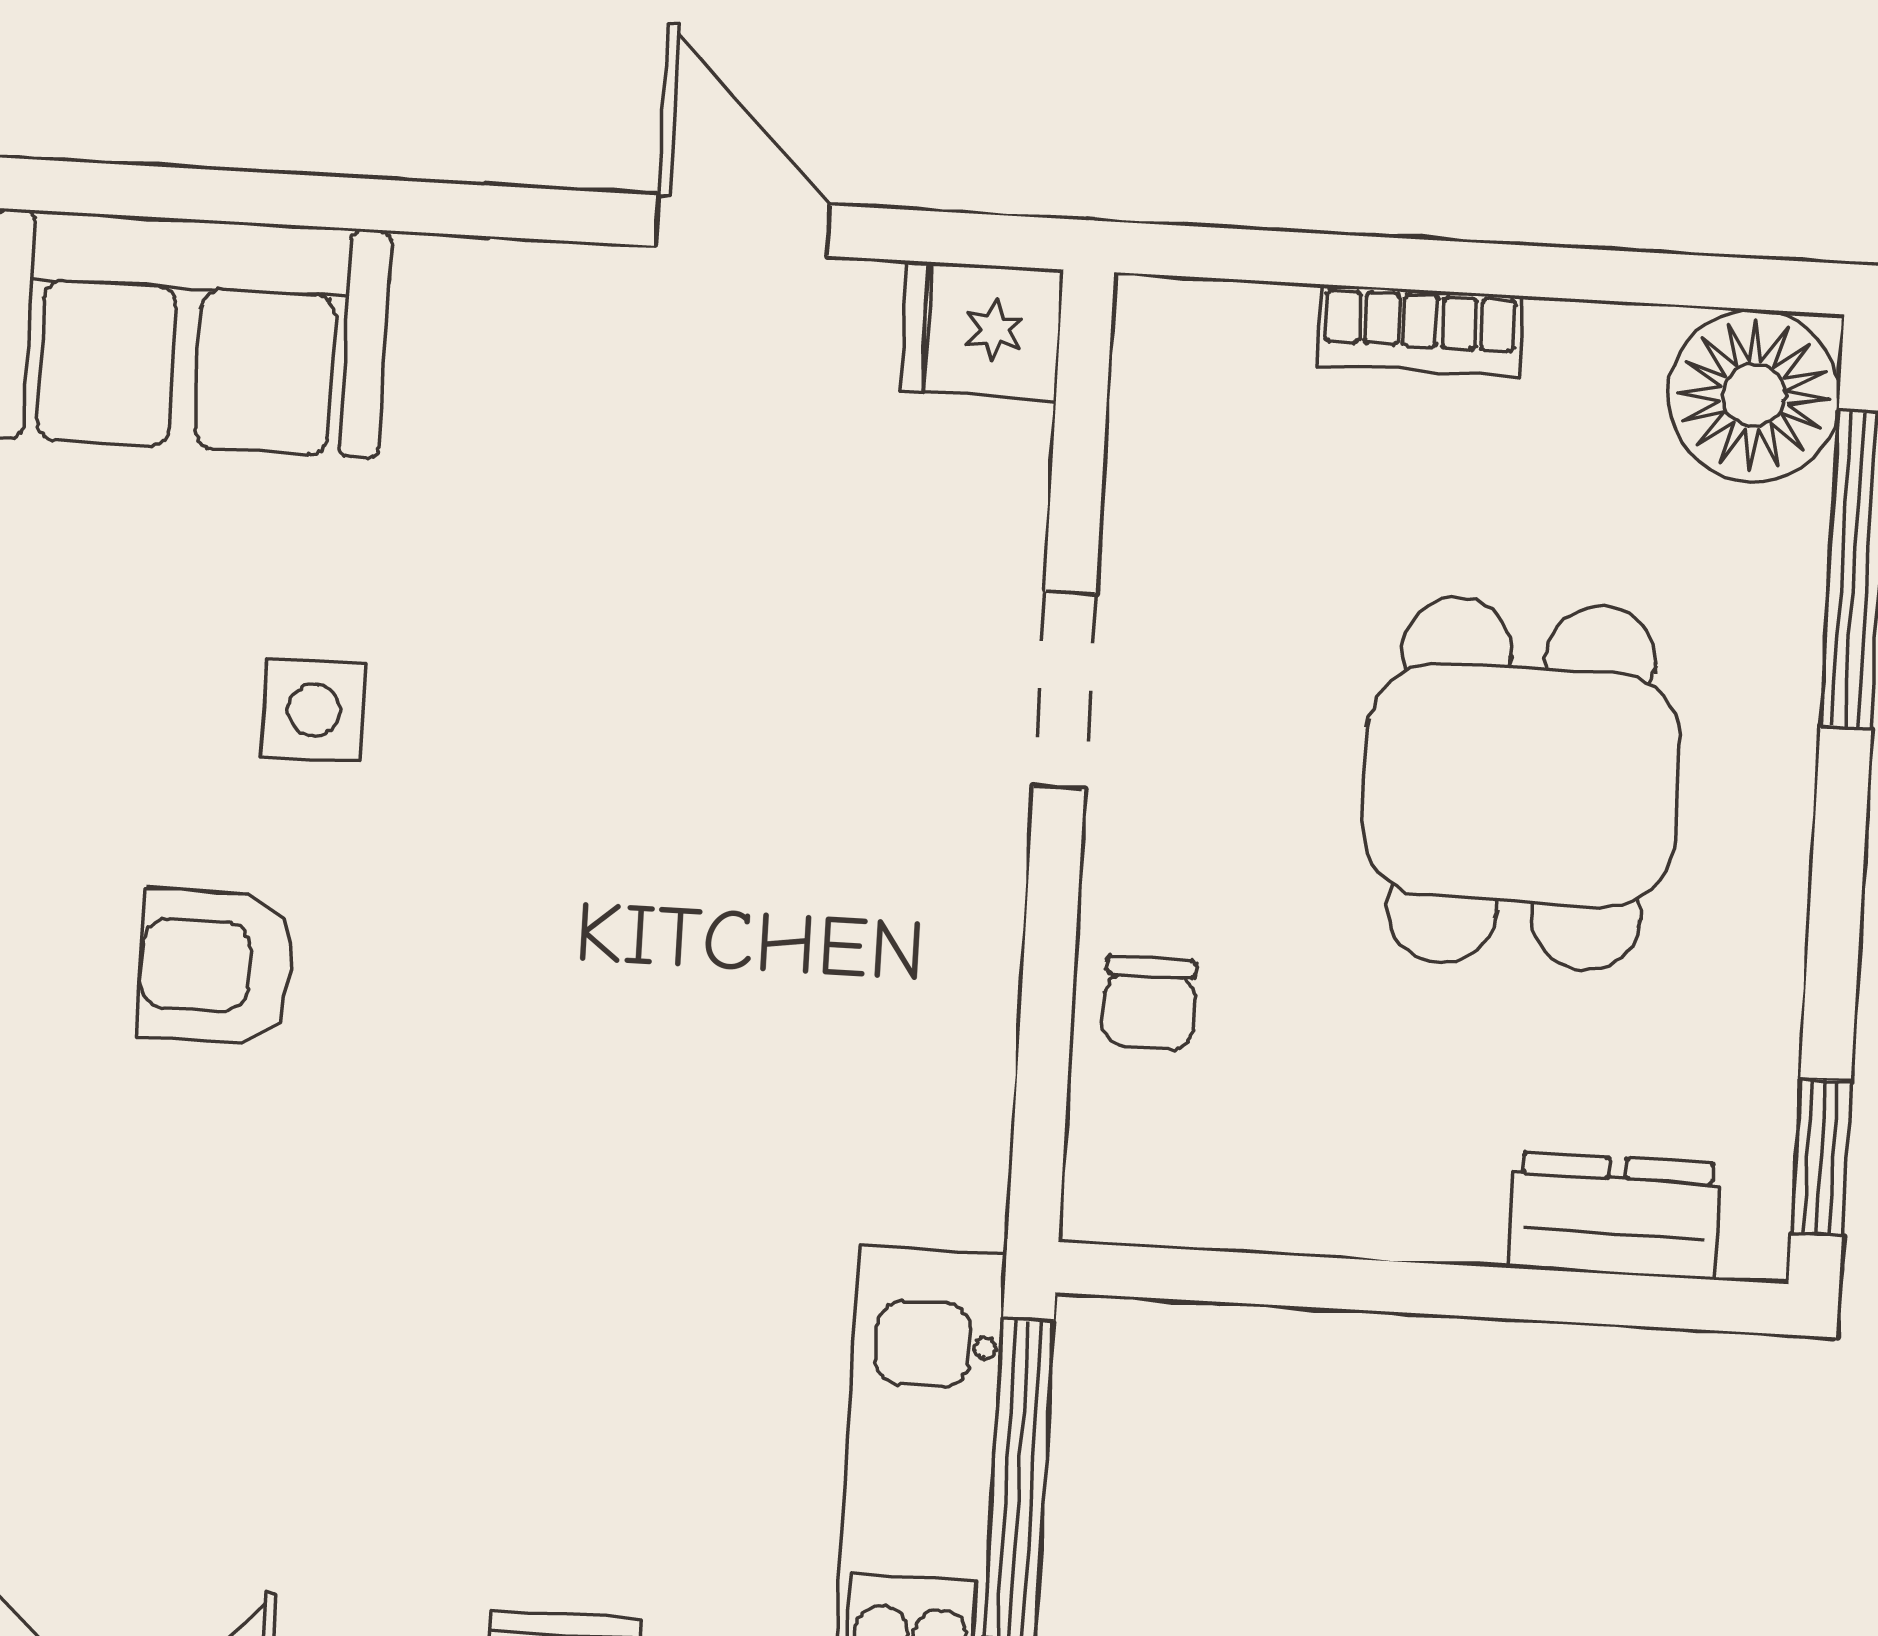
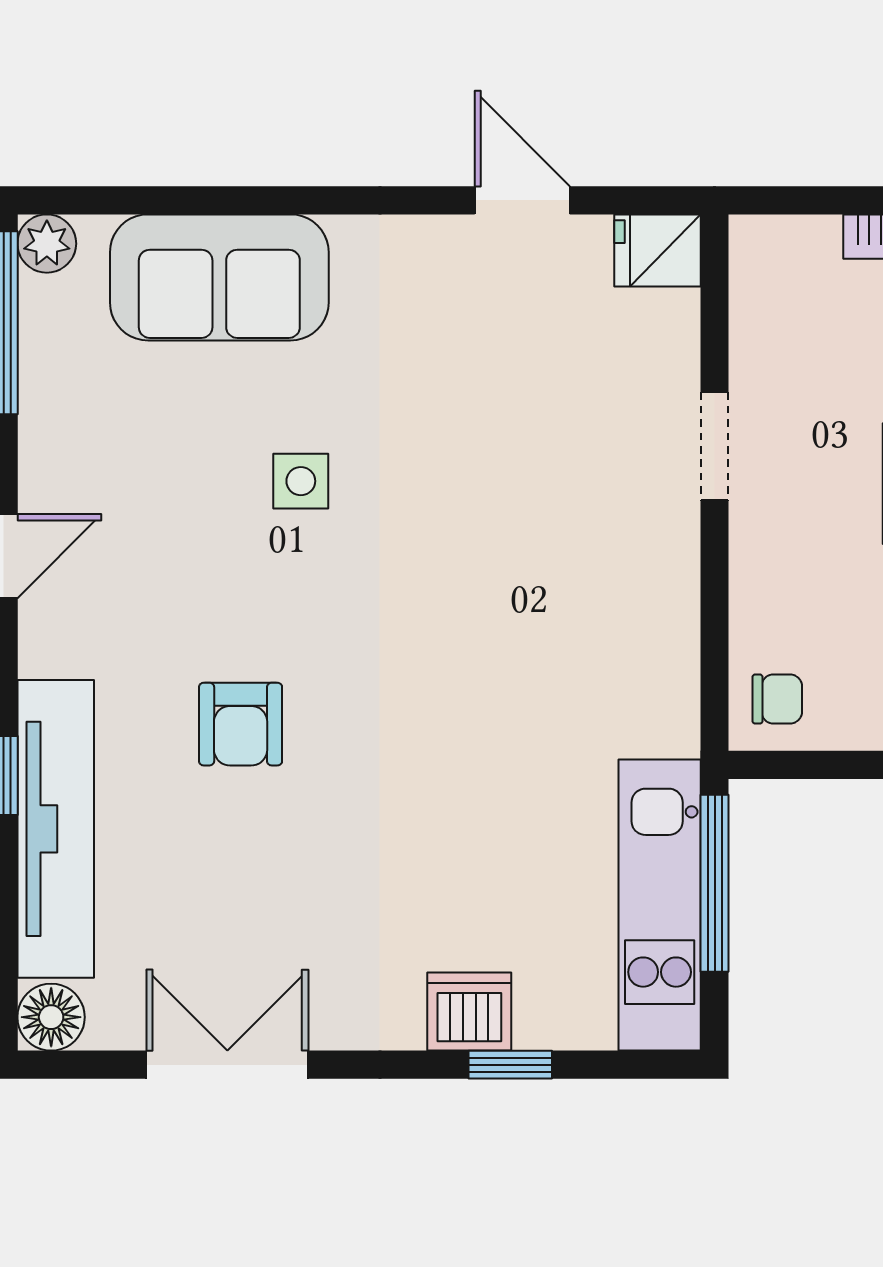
armchair: (216, 966) -> (241, 724), moved, turned -90
chair: (1150, 1003) -> (777, 699), moved, turned -90

